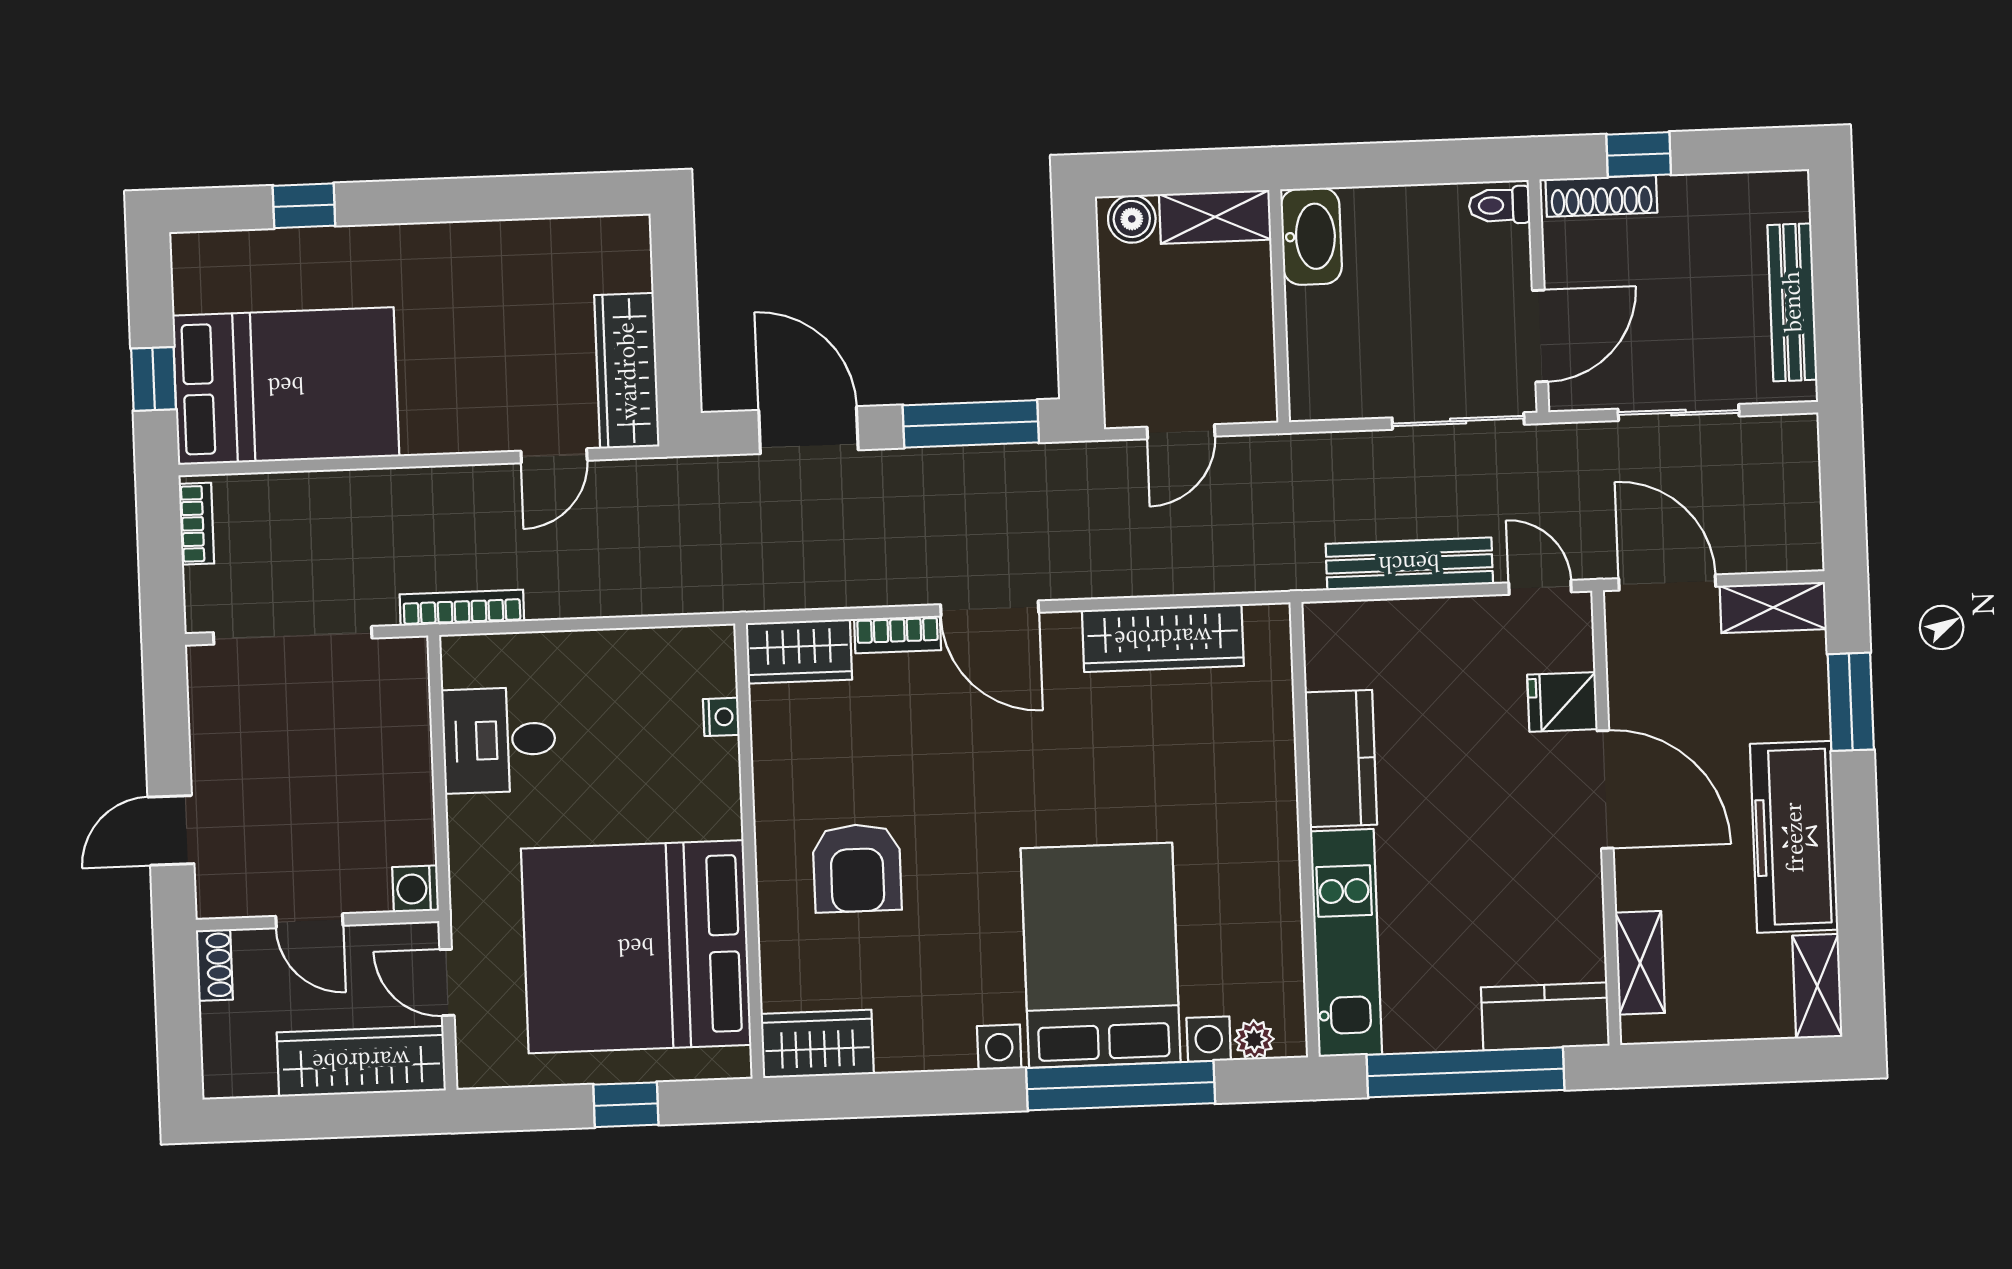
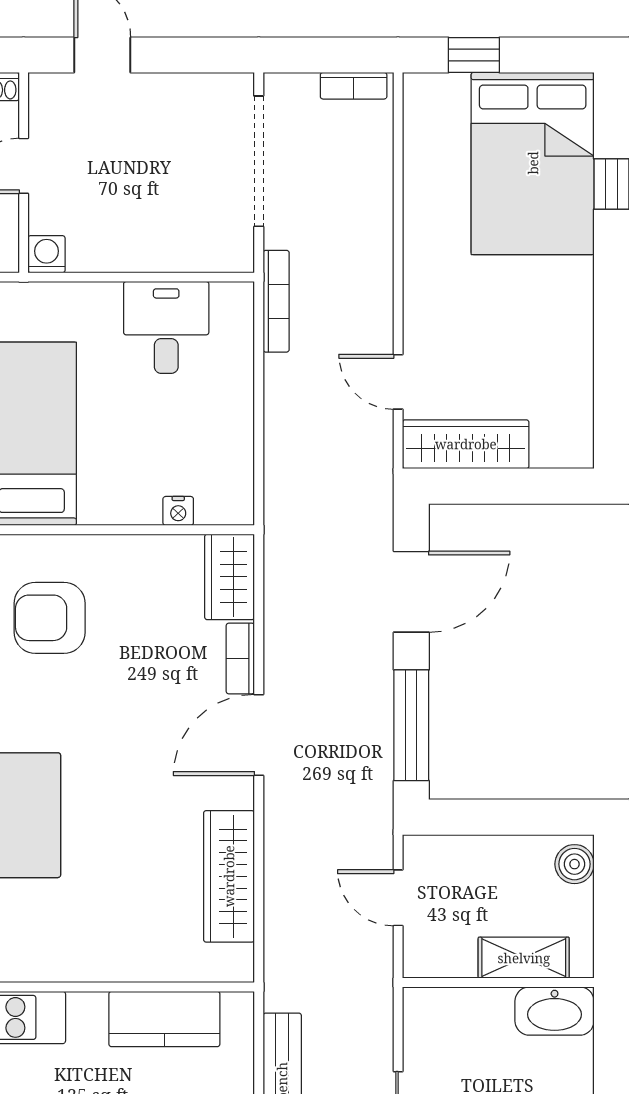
shelving: (1215, 217) -> (524, 958), moved, turned 90
bed: (286, 386) -> (533, 163), moved
kitchen counter: (1341, 758) -> (164, 1019), moved

